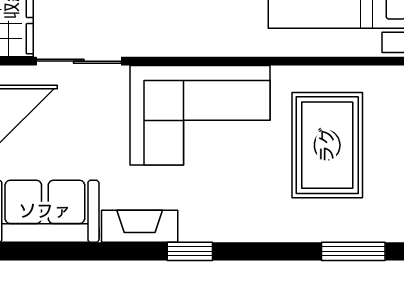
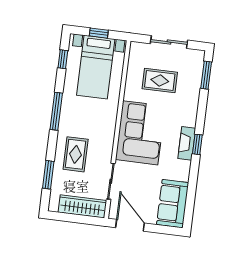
rug: (327, 145) -> (160, 81), width x0.73, depth x0.70
fireplace: (140, 226) -> (187, 143), moved

